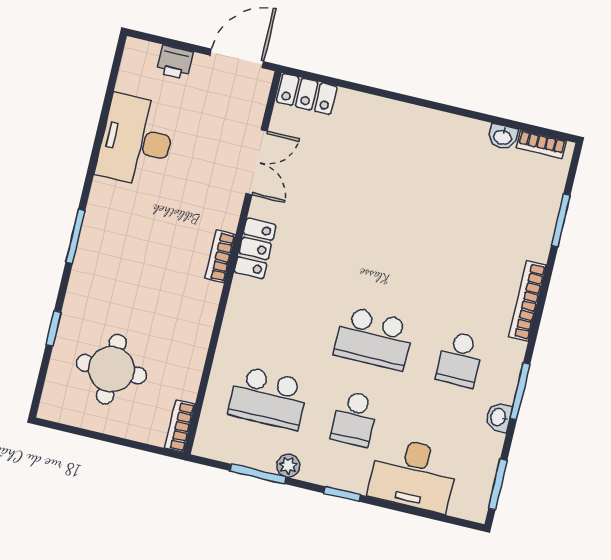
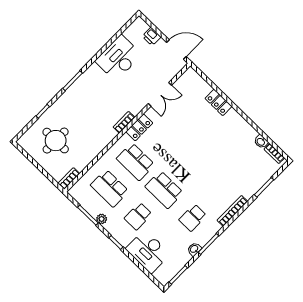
locker: (307, 94) -> (218, 102), moved
school desk: (287, 318) -> (136, 162), added

